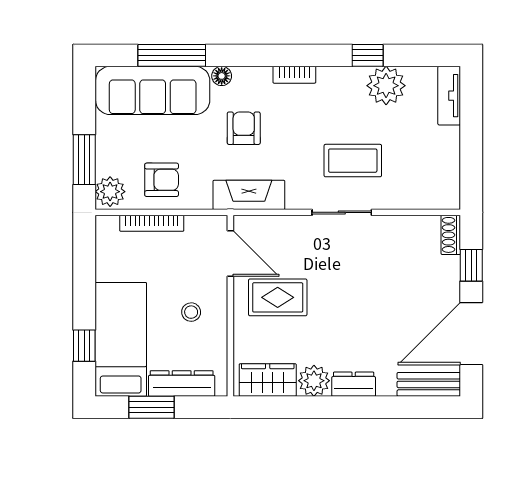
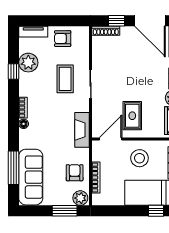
floor lamp: (222, 76) -> (24, 124), moved
armchair: (244, 128) -> (63, 39), moved
shoe rack: (451, 235) -> (106, 31), width x1.43
stool: (191, 312) -> (139, 158), width x1.89, depth x1.89

